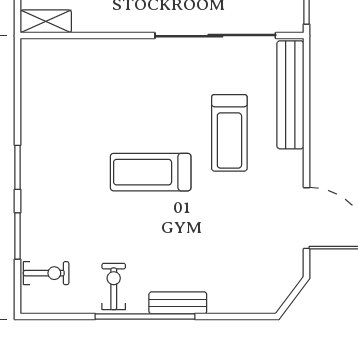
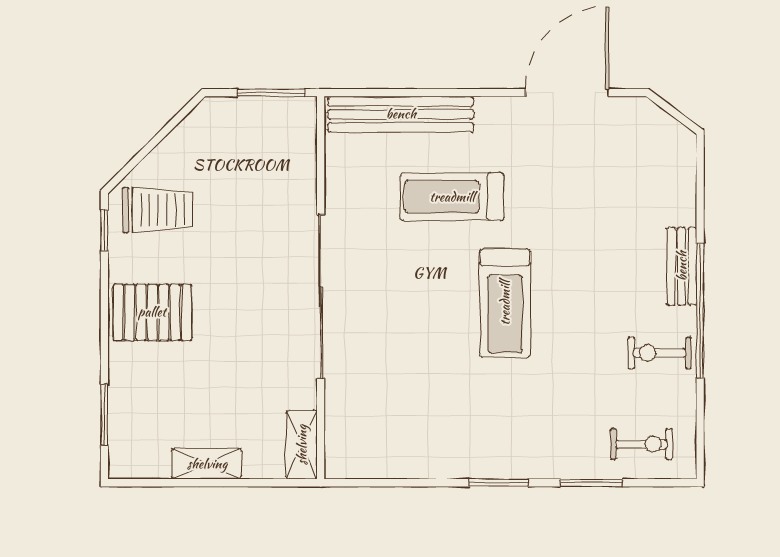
sliding door: (215, 36) -> (321, 297), moved
treadmill: (229, 133) -> (452, 197), turned 180
exercise bike: (46, 273) -> (641, 444), turned 90

